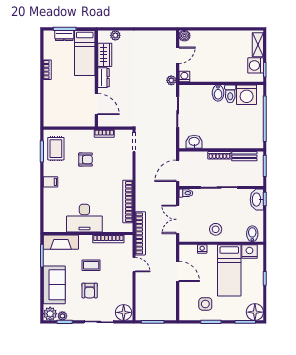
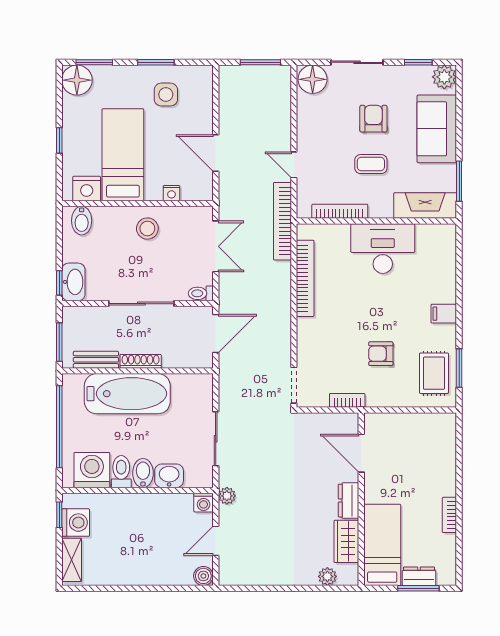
bathtub: (227, 137) -> (127, 394), added
washbasin: (194, 142) -> (169, 476), moved, turned 180
plant: (62, 316) -> (422, 73), removed

